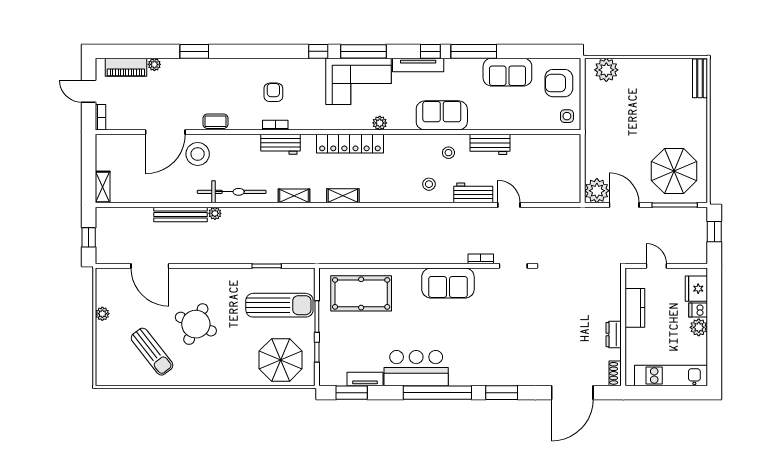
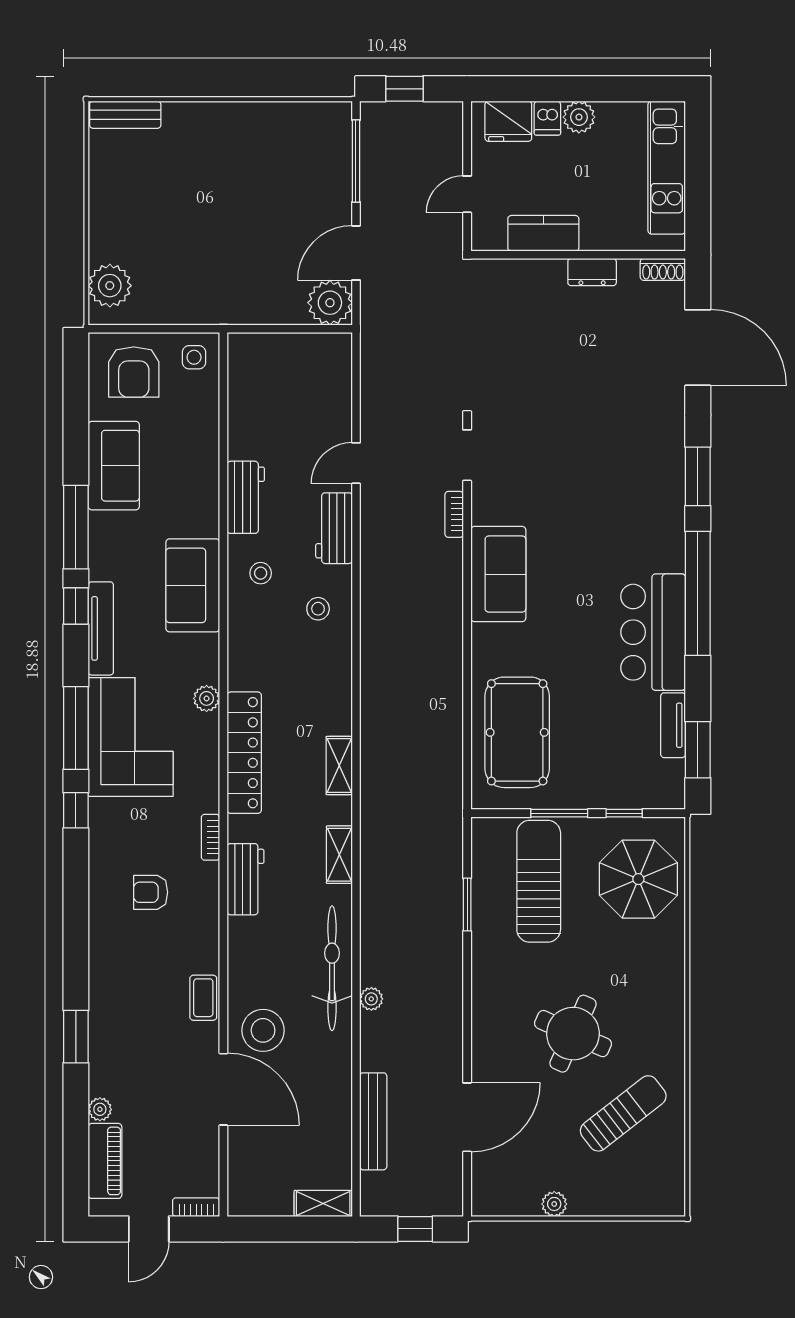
bookcase: (275, 125) -> (210, 837), moved
parasol: (674, 171) -> (294, 162), removed
bench: (181, 214) -> (373, 1121), moved

